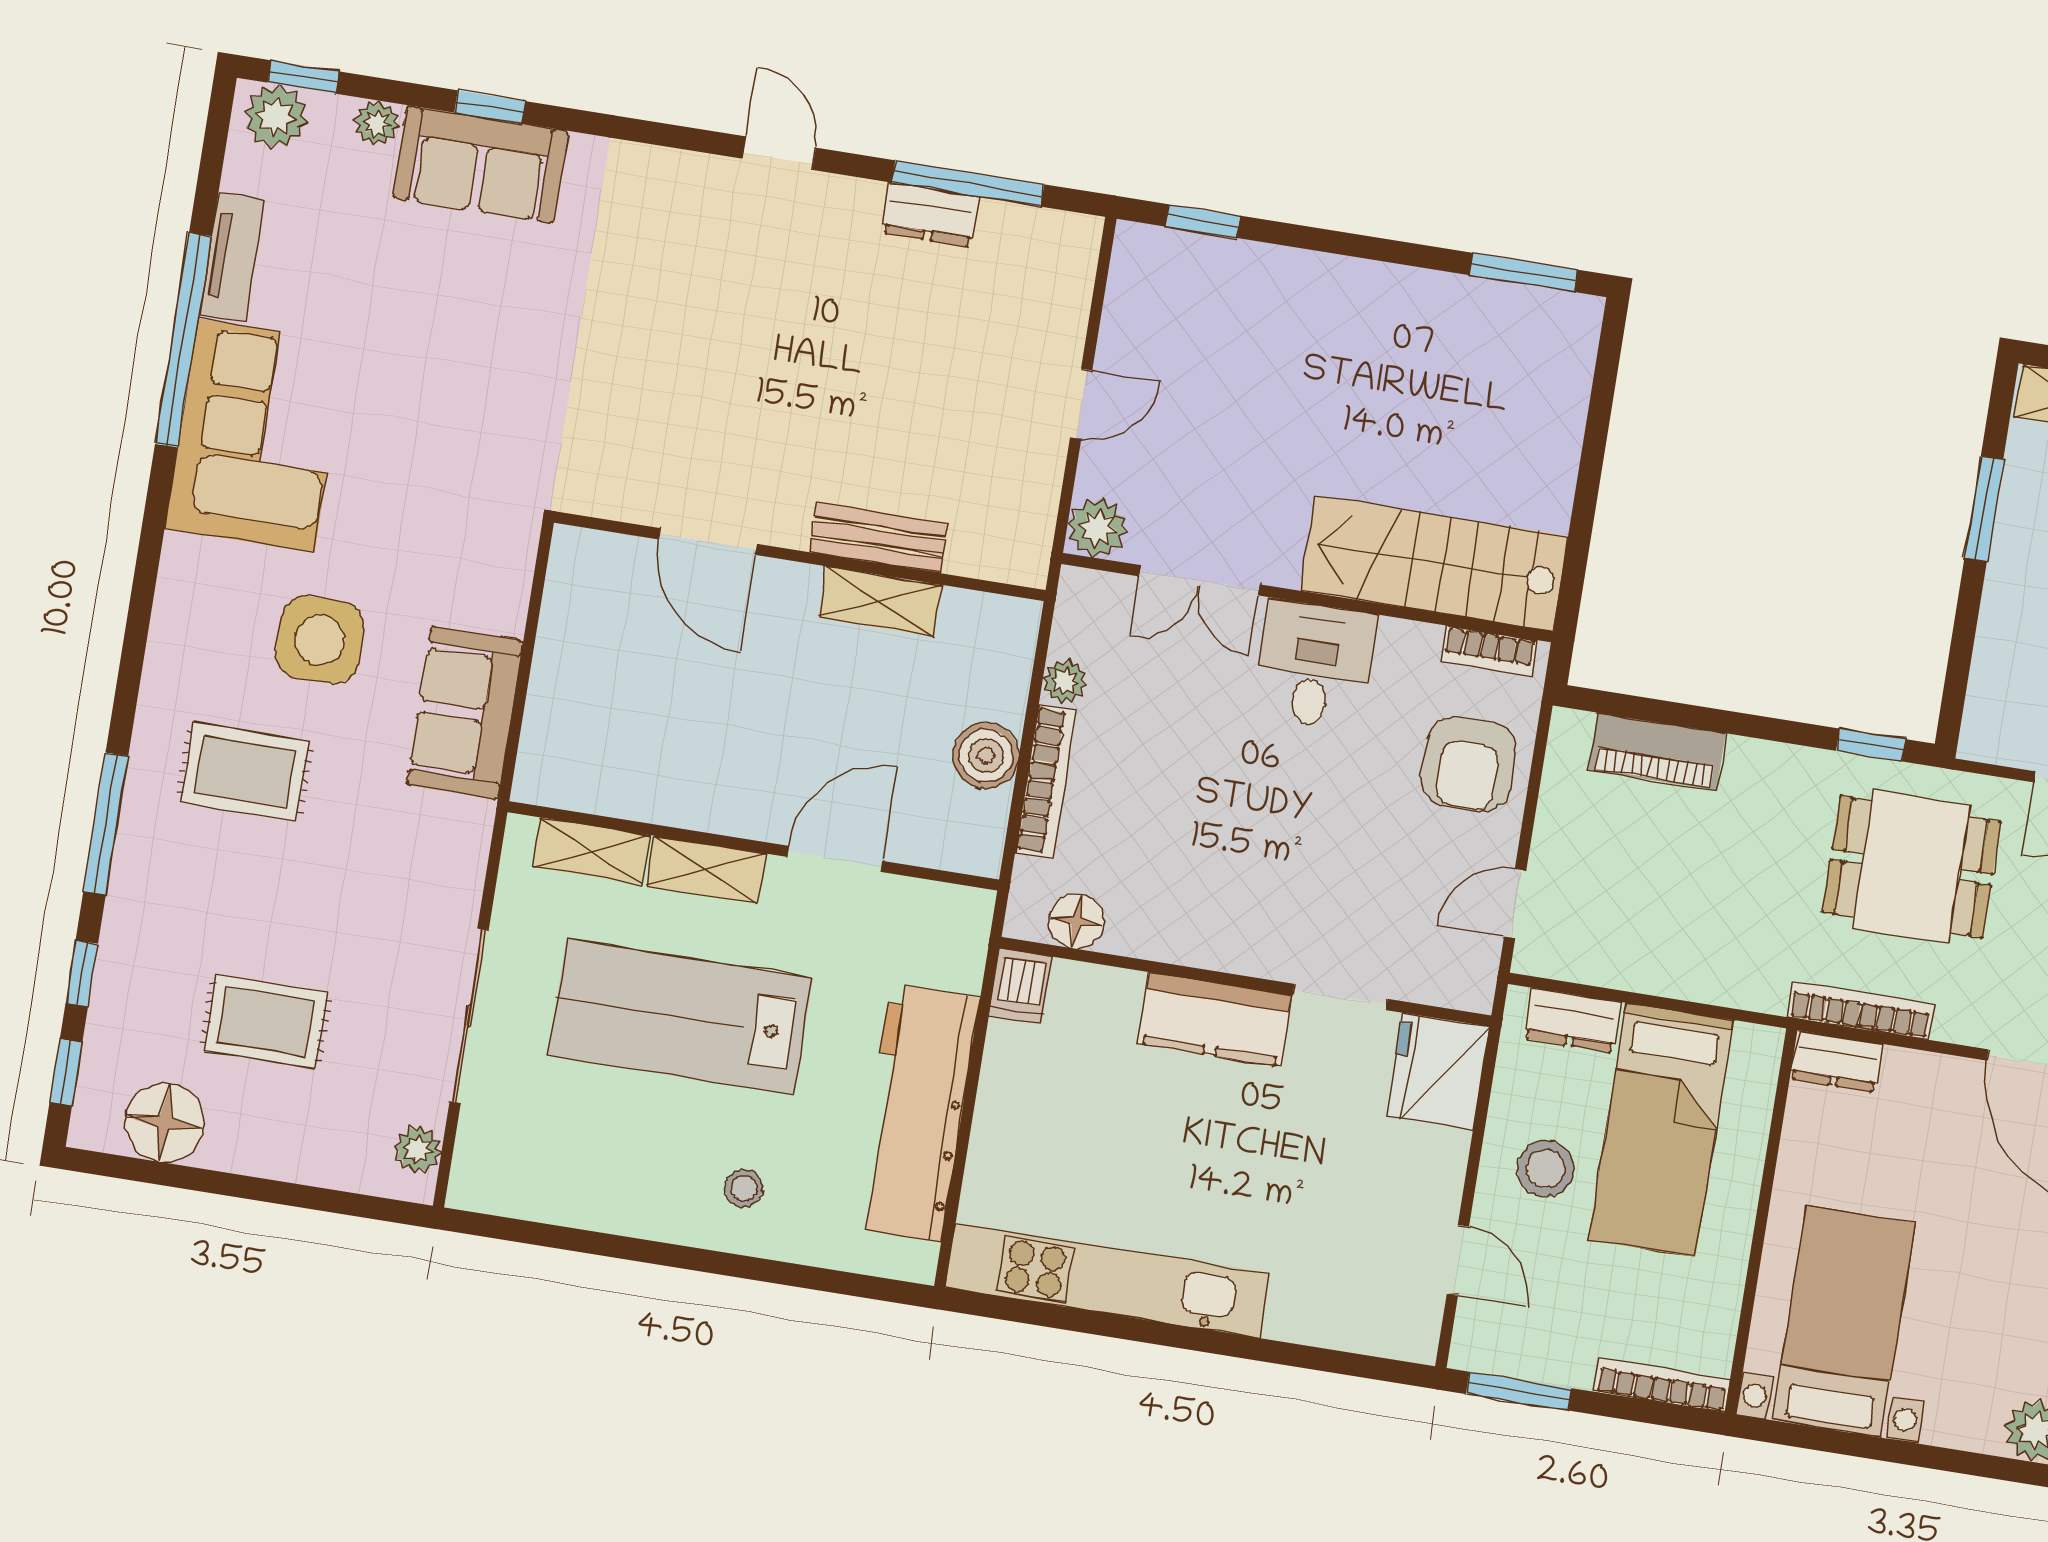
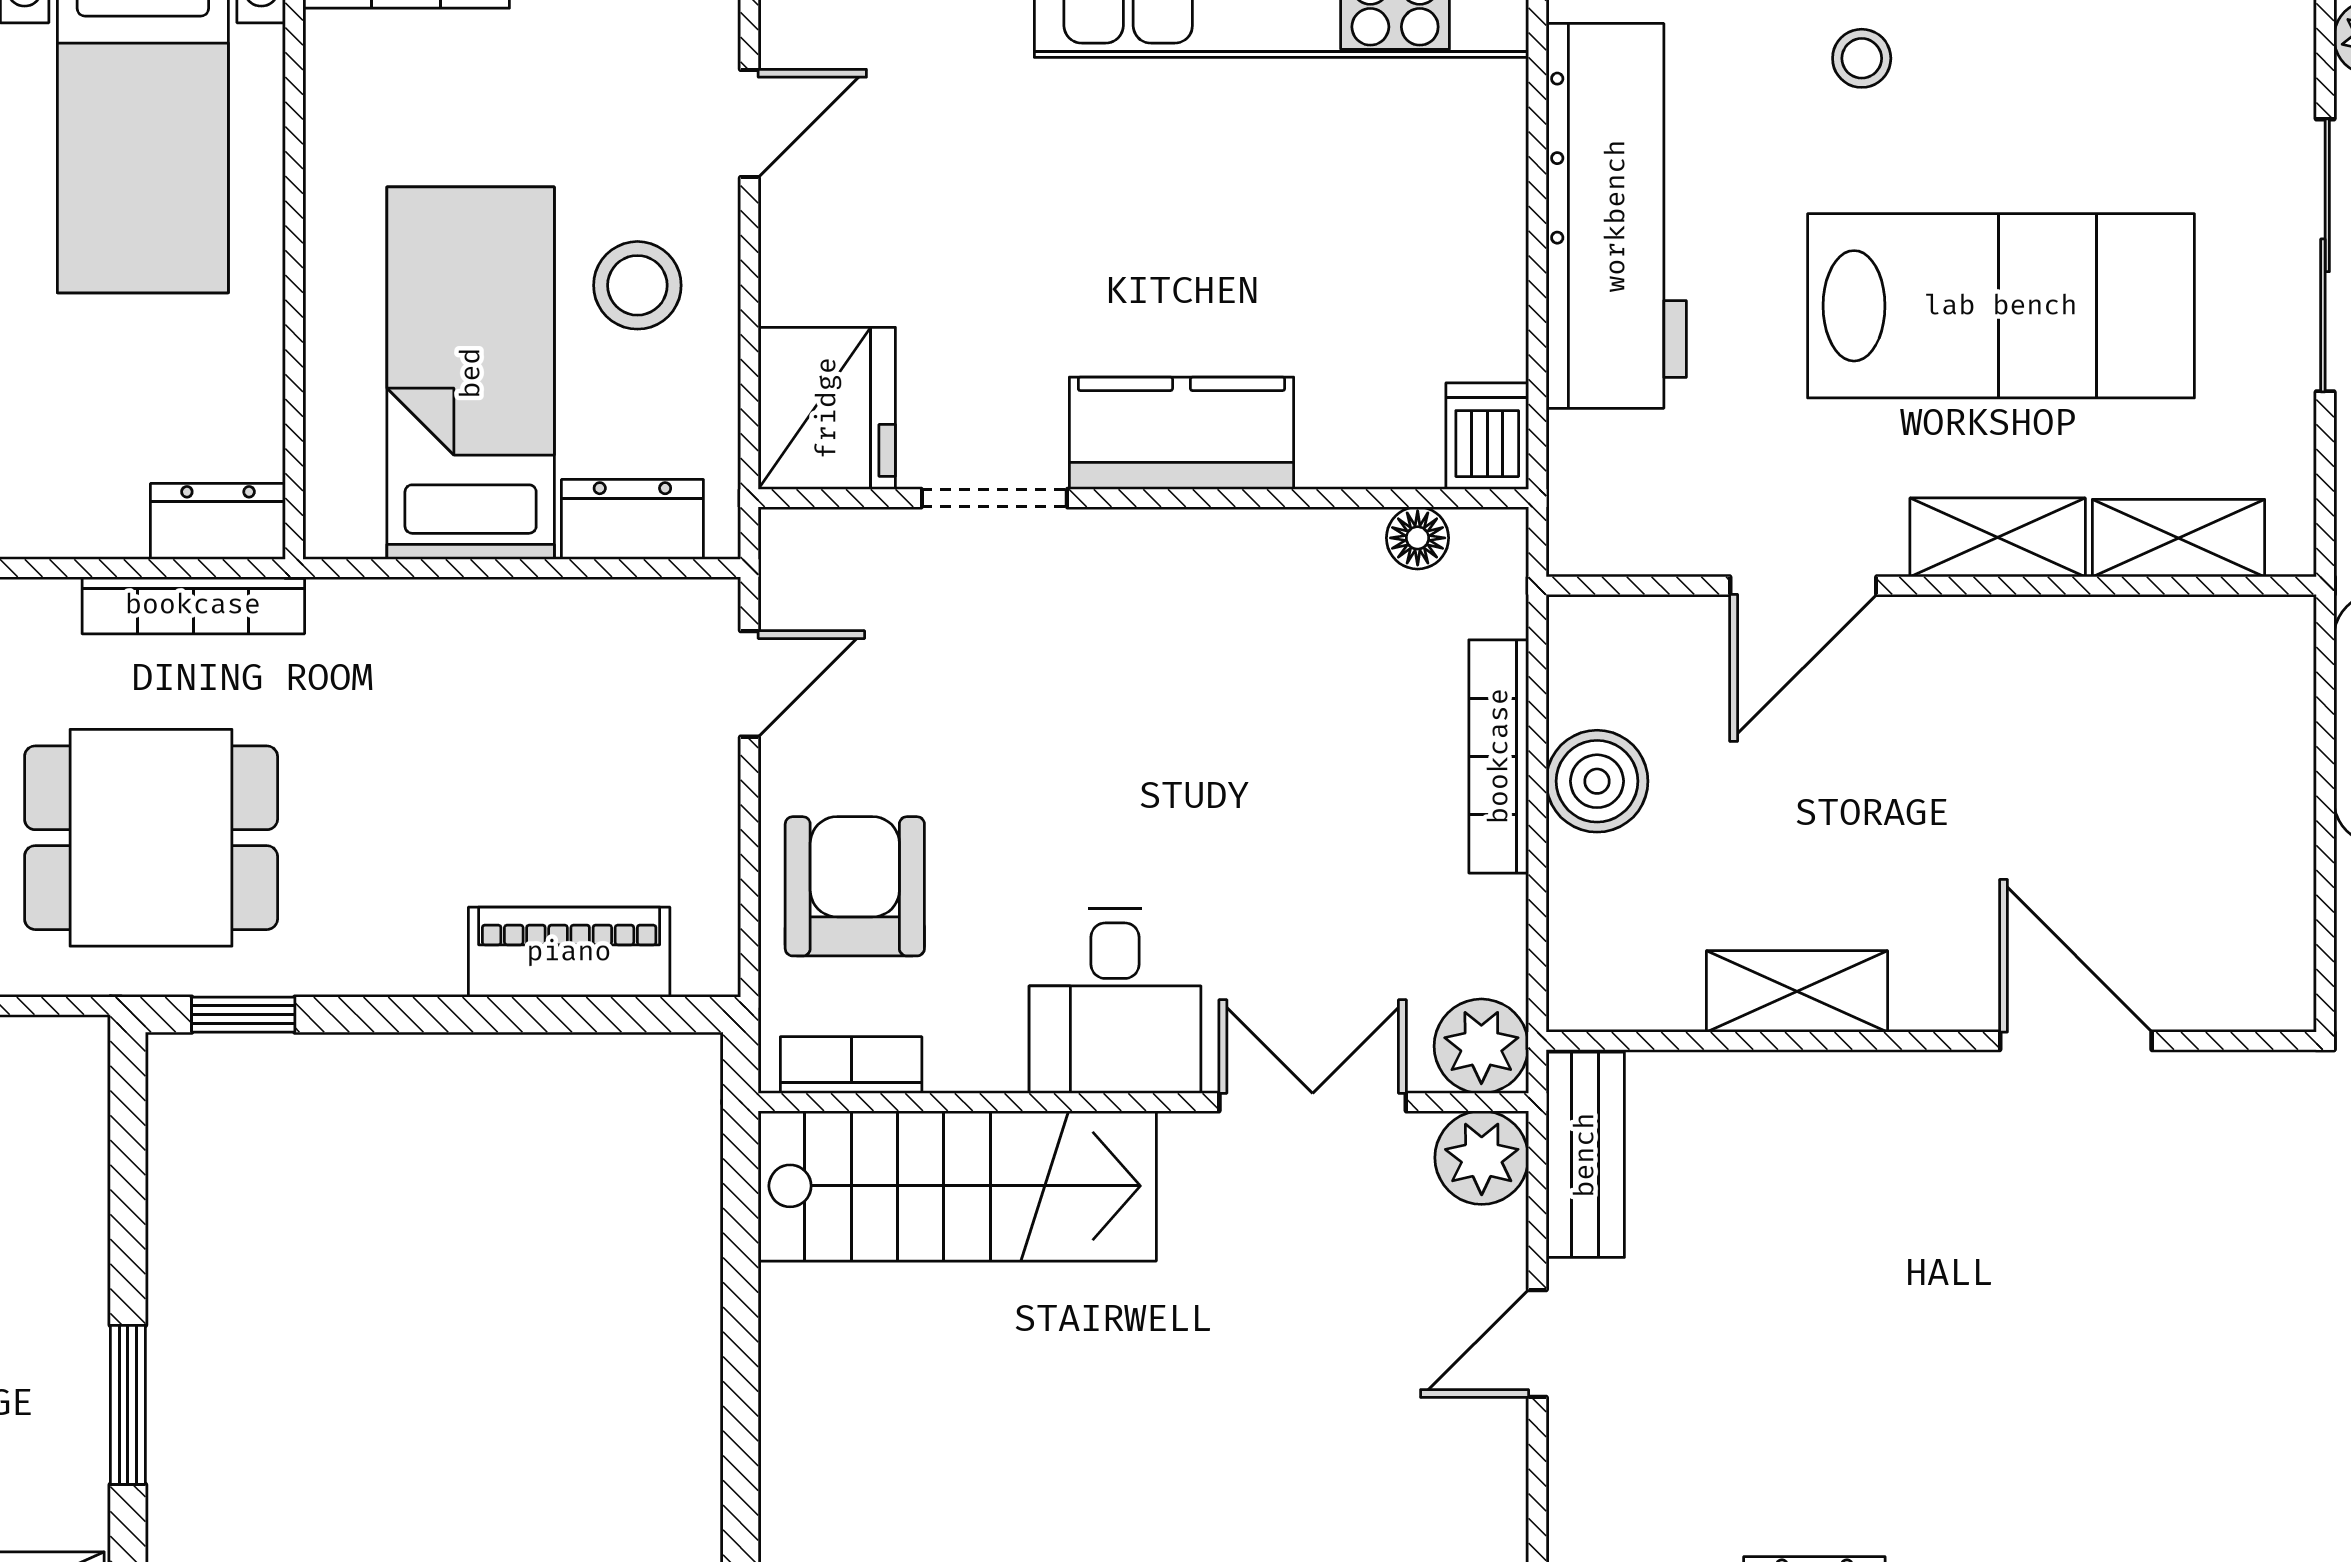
bench: (878, 538) -> (1585, 1155), moved, turned 90
plant: (1065, 681) -> (1481, 1046), moved, width x1.38, depth x1.38
floor lamp: (1076, 921) -> (1418, 538), width x0.73, depth x0.73
door: (1458, 1260) -> (749, 123), swing flipped

